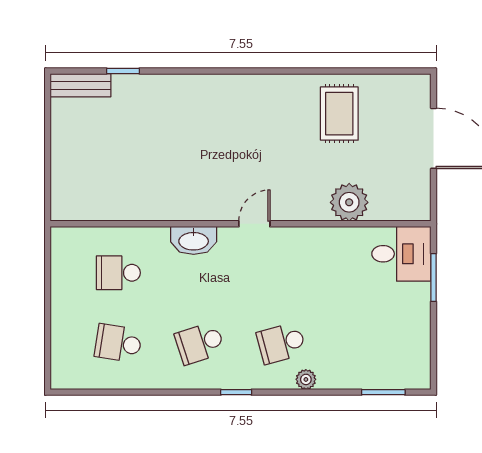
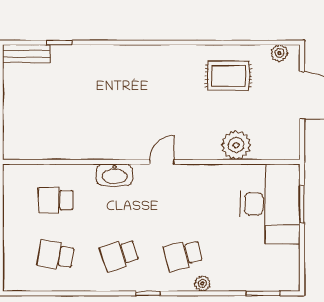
plant: (405, 84) -> (279, 53), added
rug: (339, 114) -> (228, 76), turned 90
desk: (401, 254) -> (270, 204), width x1.87, depth x1.30

